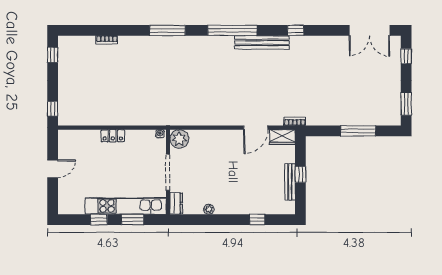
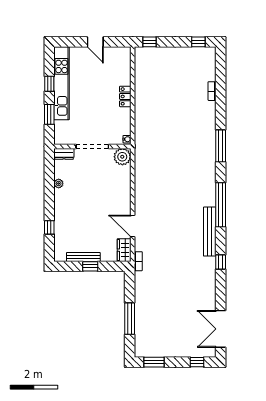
kitchen unit: (126, 206) -> (62, 83), moved

